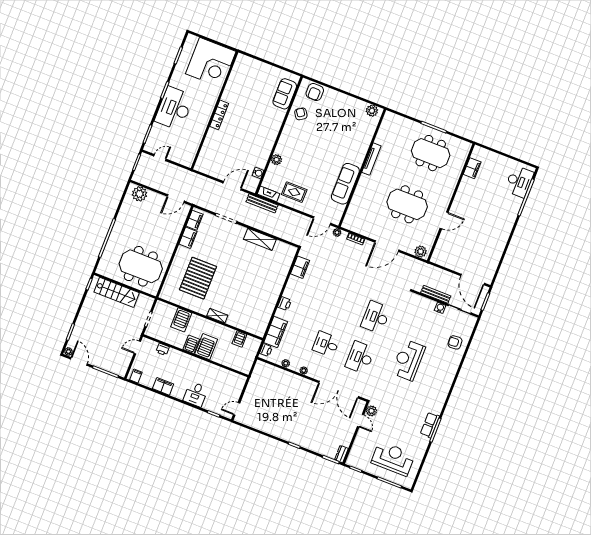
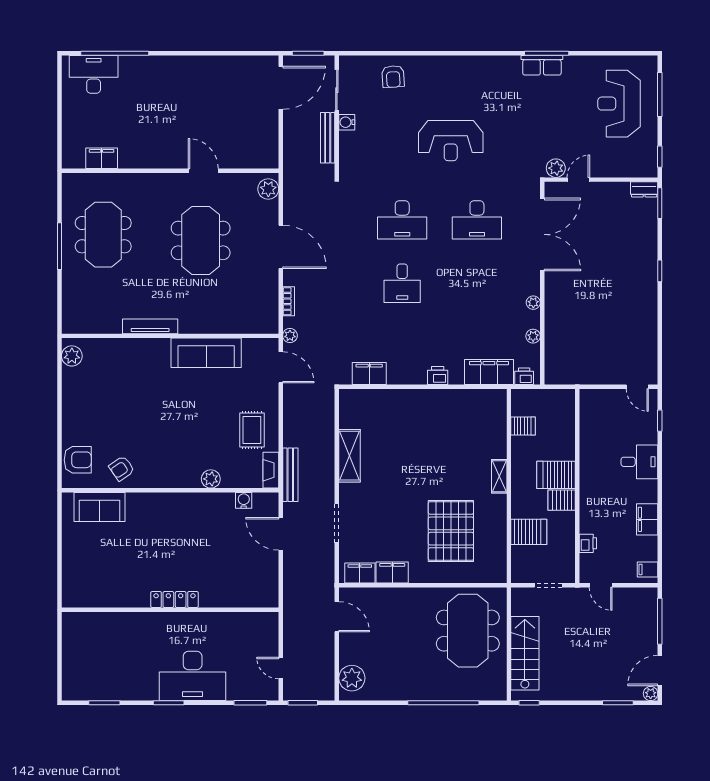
corner desk: (211, 63) -> (96, 646), removed
pallet: (198, 278) -> (451, 531), turned 90
desk: (326, 344) -> (402, 283), moved

